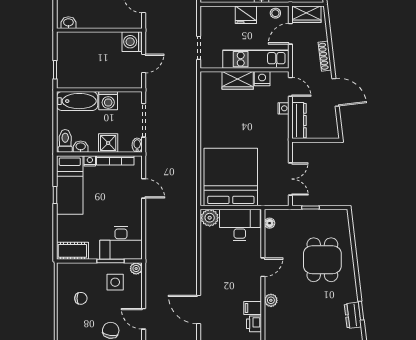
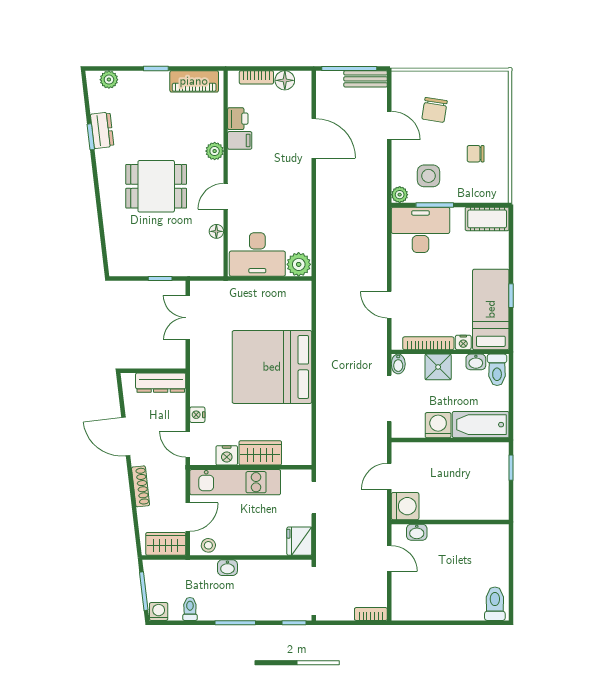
fridge: (246, 15) -> (299, 541), moved, turned -90
washbasin: (68, 23) -> (417, 532), moved
dresser: (299, 121) -> (161, 383), moved, turned -90
bed: (231, 177) -> (272, 367), moved, turned 90
floor lamp: (270, 223) -> (216, 231), moved
dining table: (322, 260) -> (156, 186), moved, turned 90

